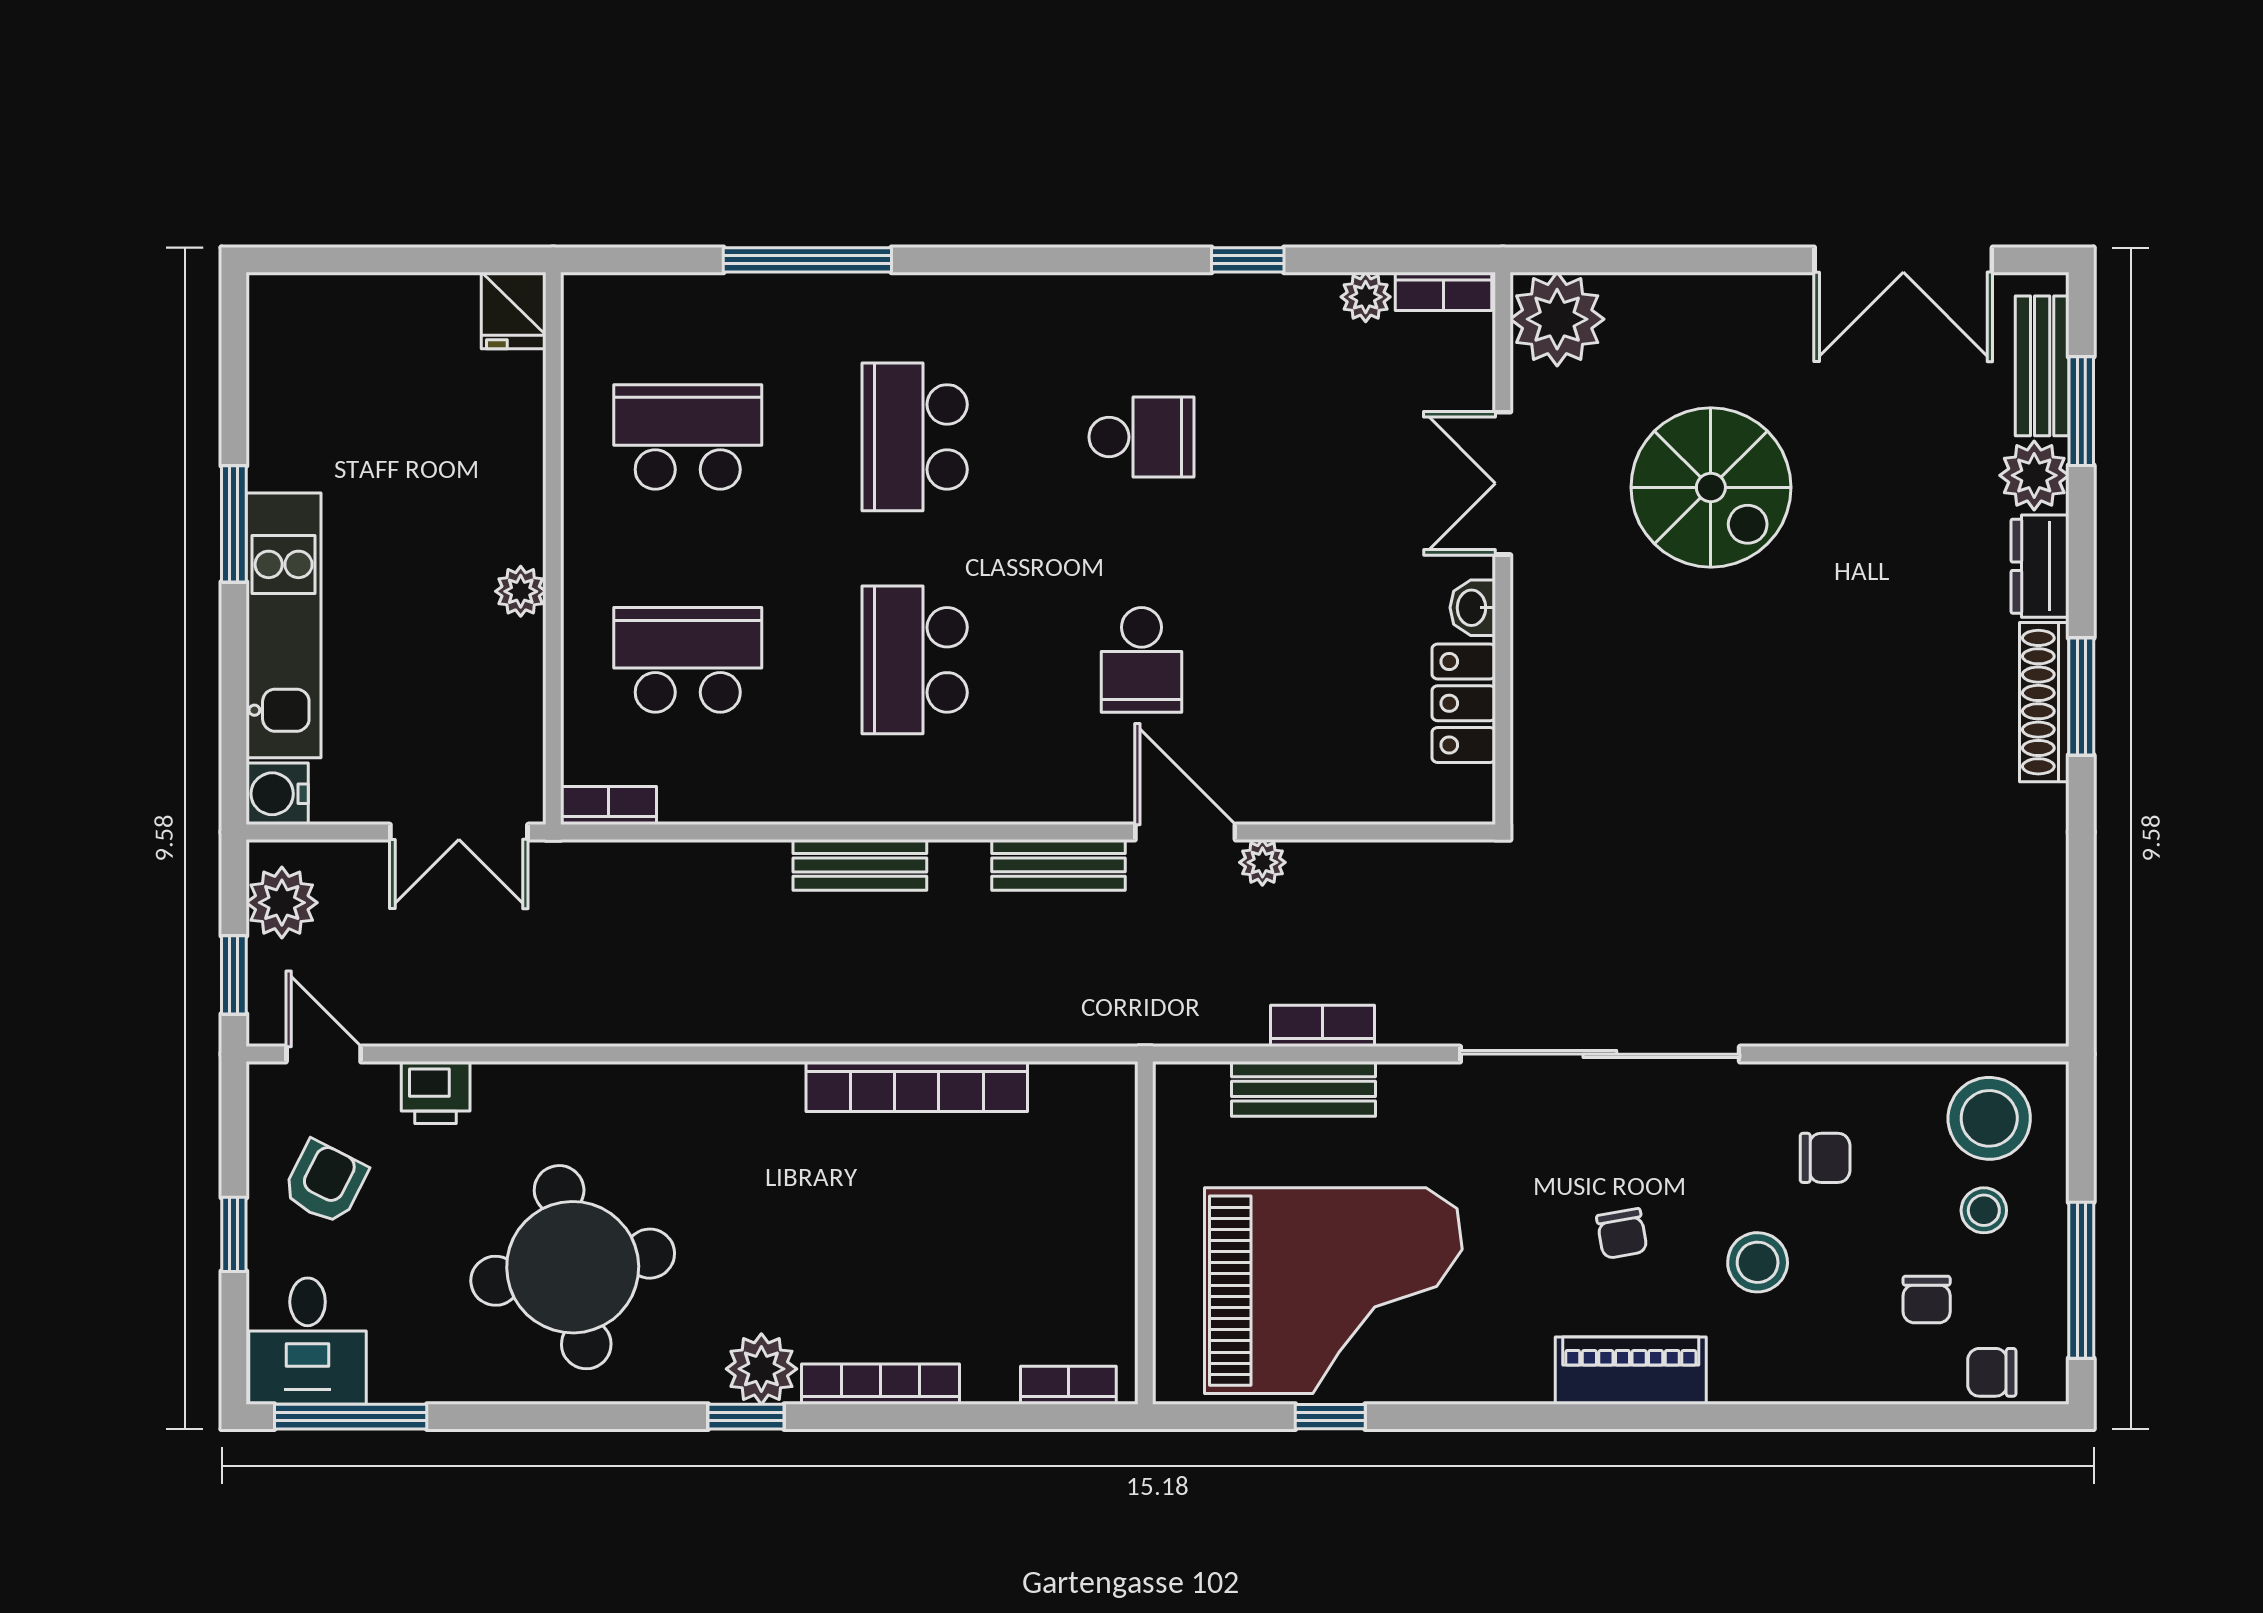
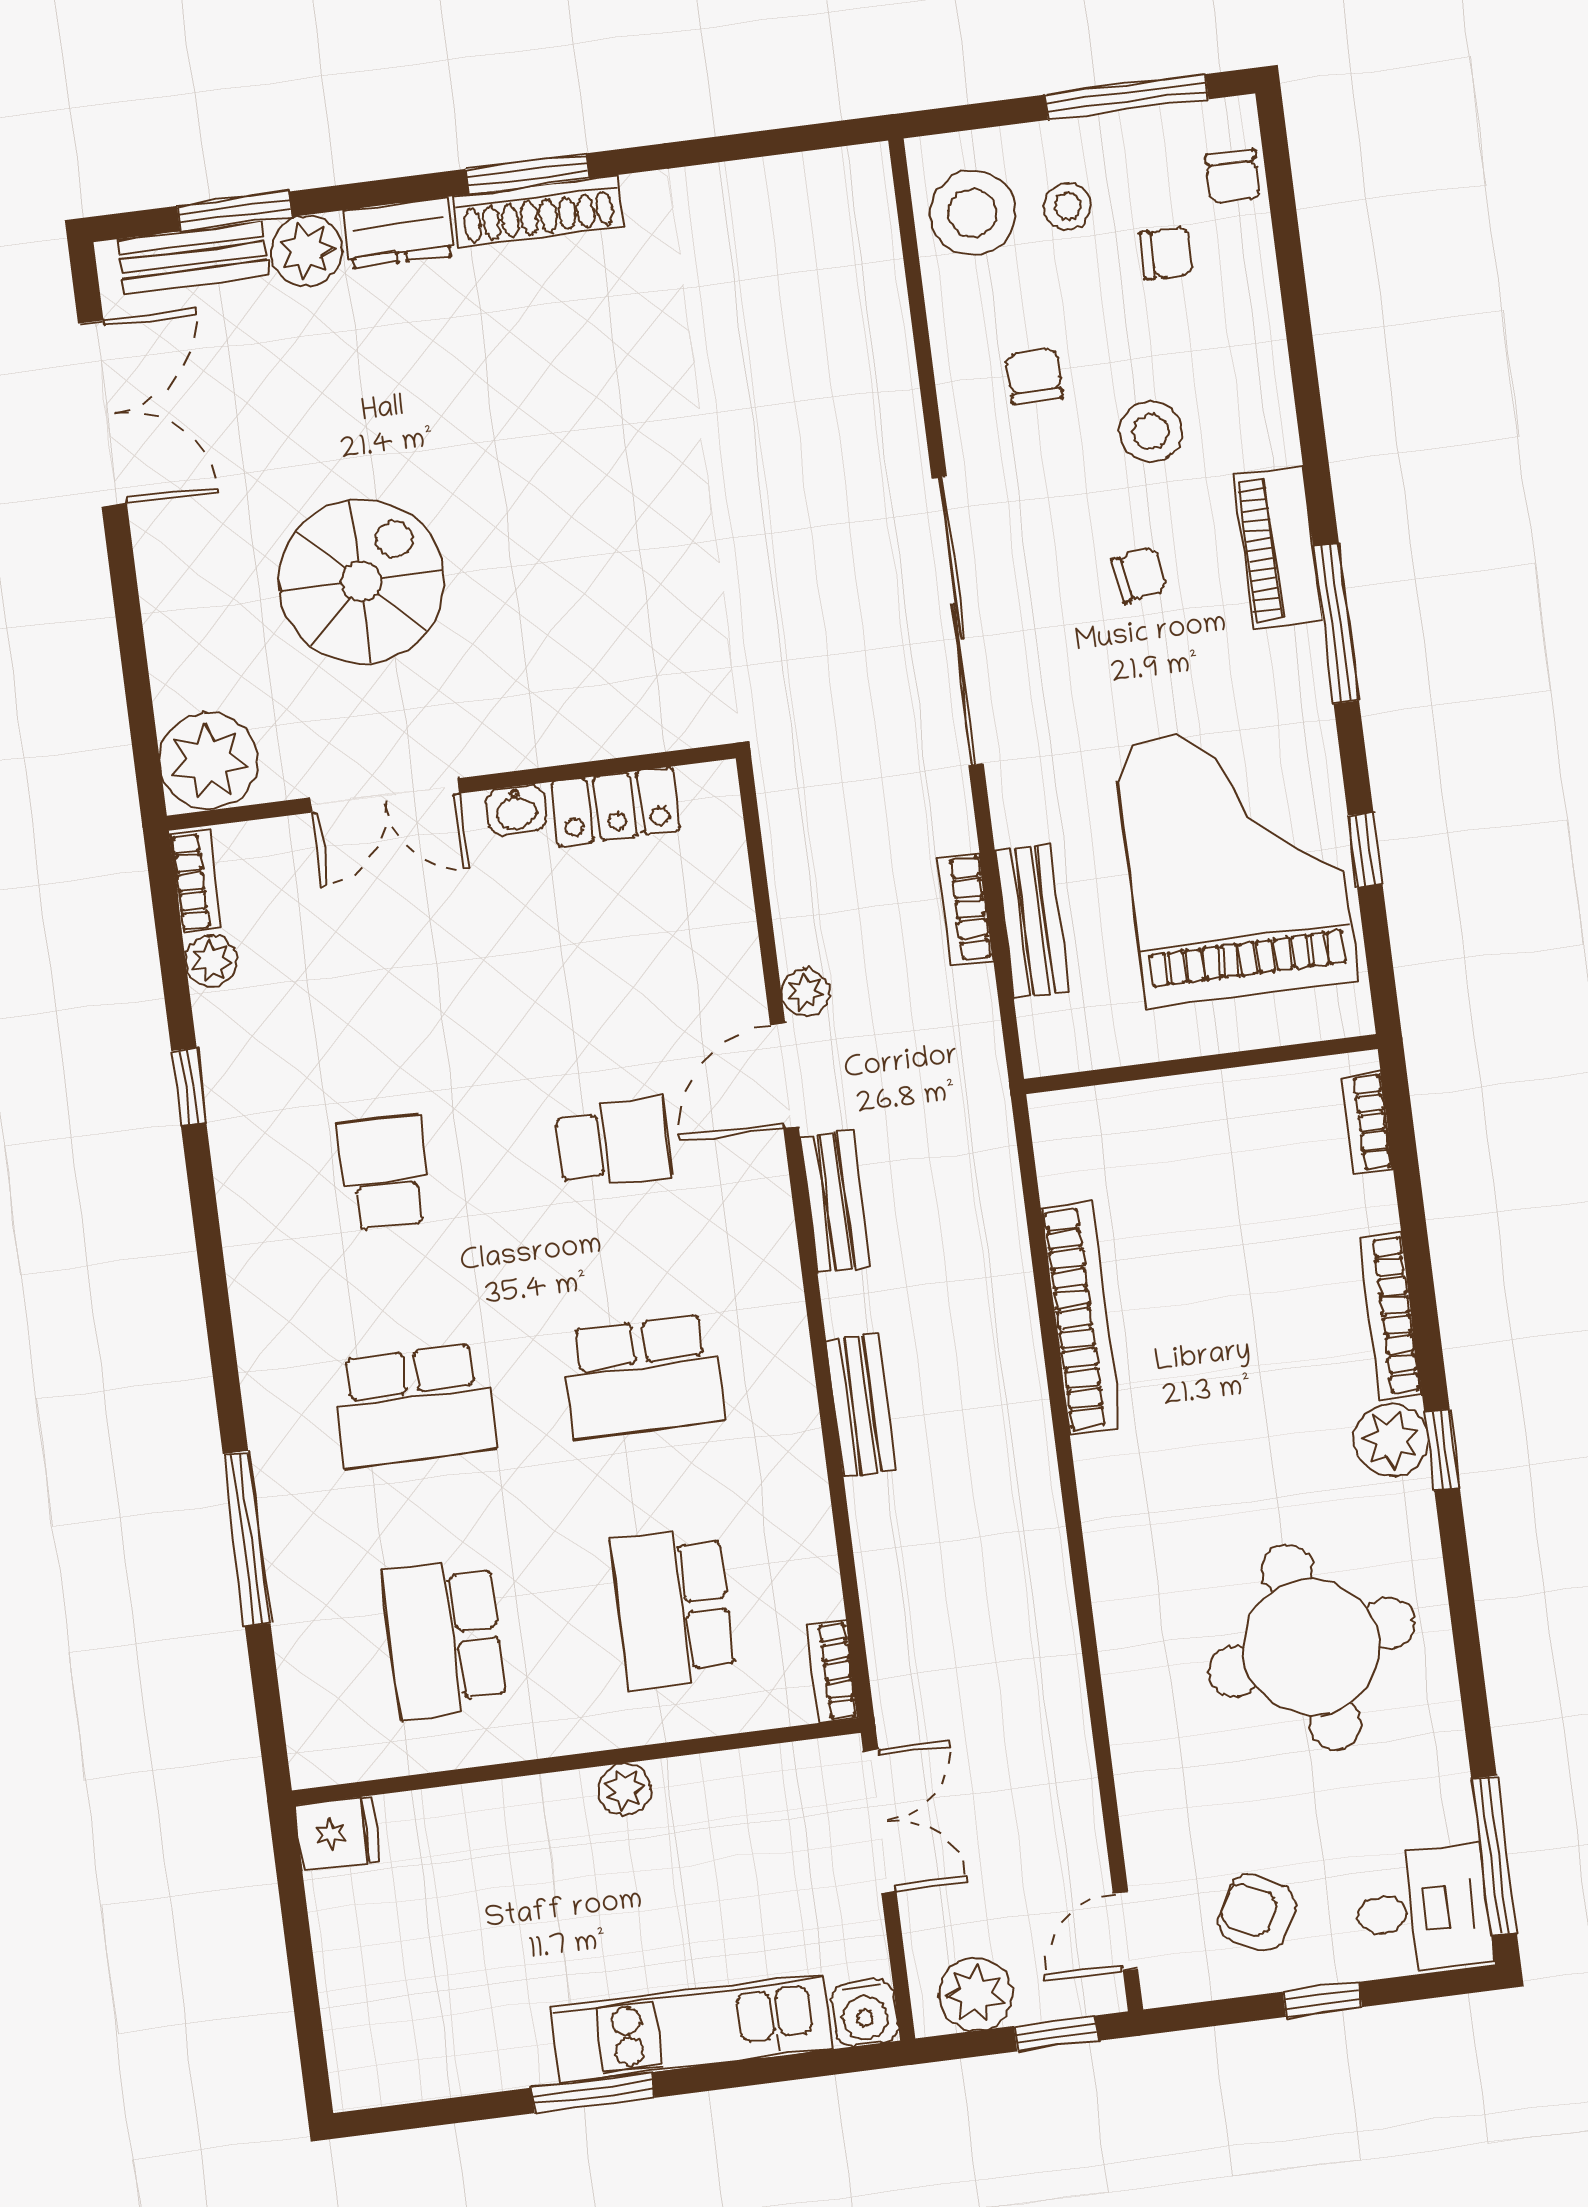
printer: (436, 1093) -> (1150, 1811), removed
window: (1551, 1417) -> (1336, 624), added

